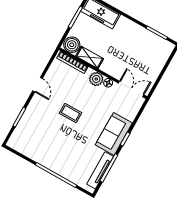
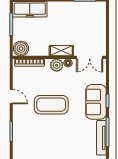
shelving: (90, 57) -> (61, 51), moved
double door: (131, 89) -> (90, 57), swing flipped
coffee table: (70, 113) -> (51, 105), width x1.86, depth x1.72

